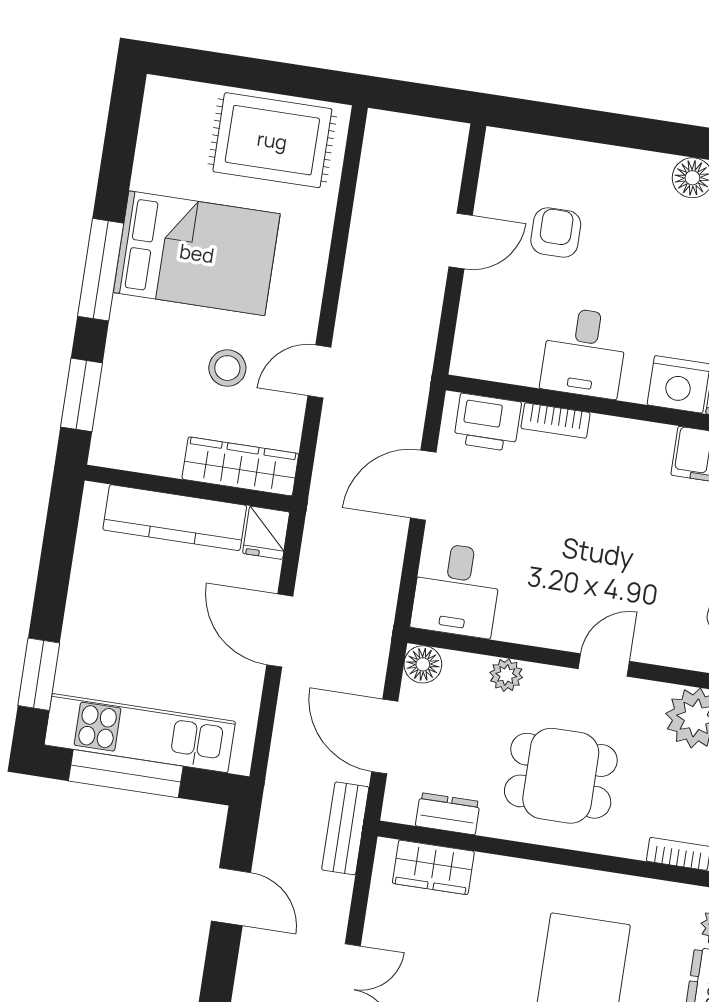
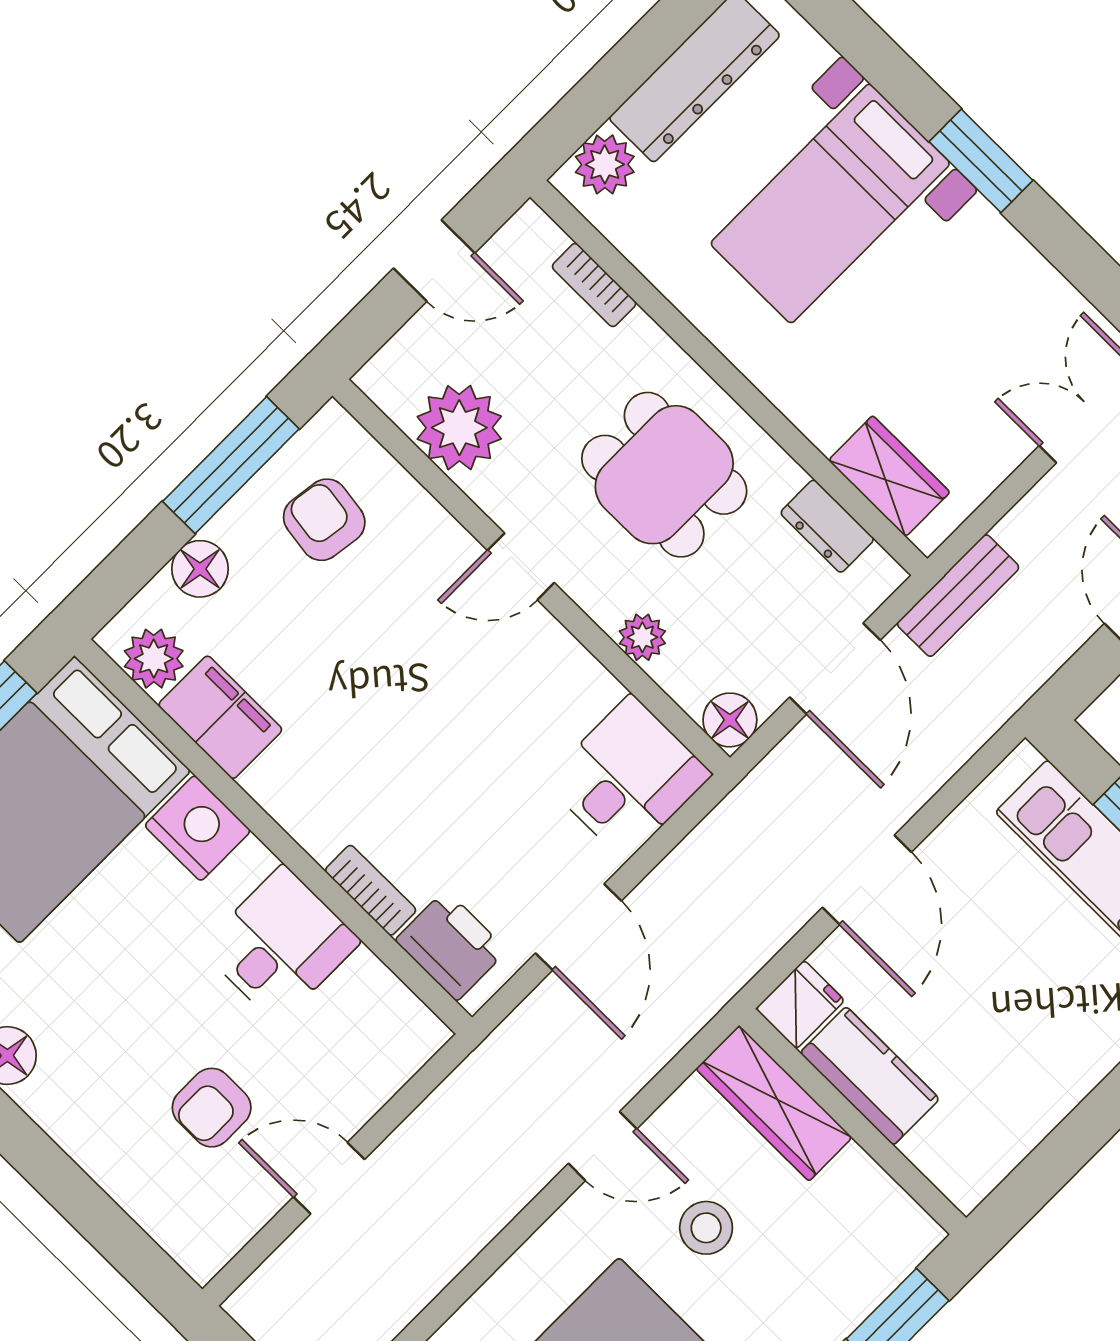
door: (423, 485) -> (578, 927), hinge flipped
kitchen counter: (175, 518) -> (870, 1076), width x0.67

